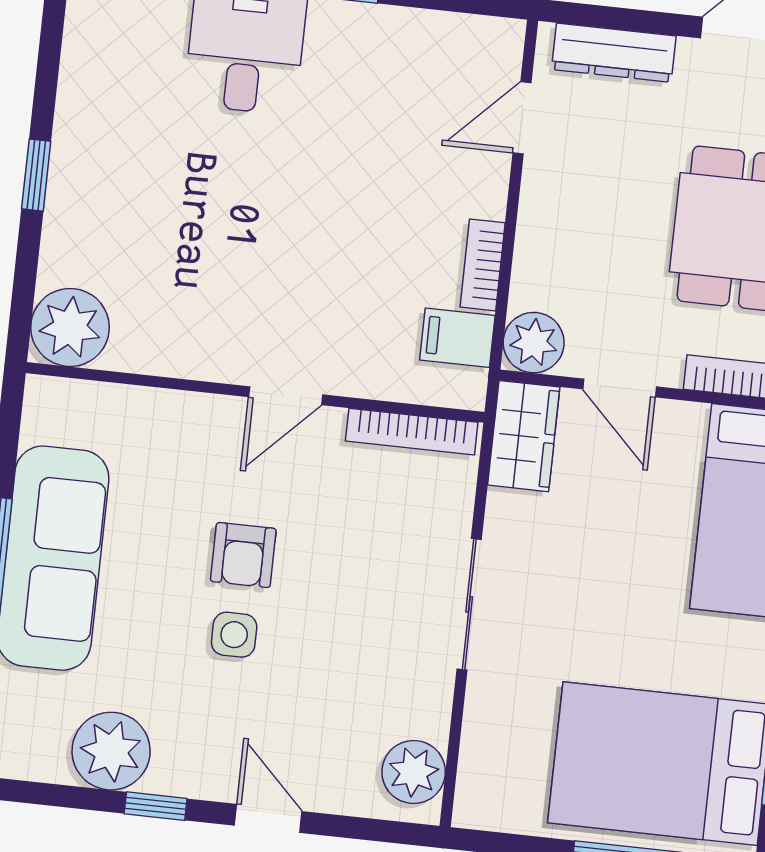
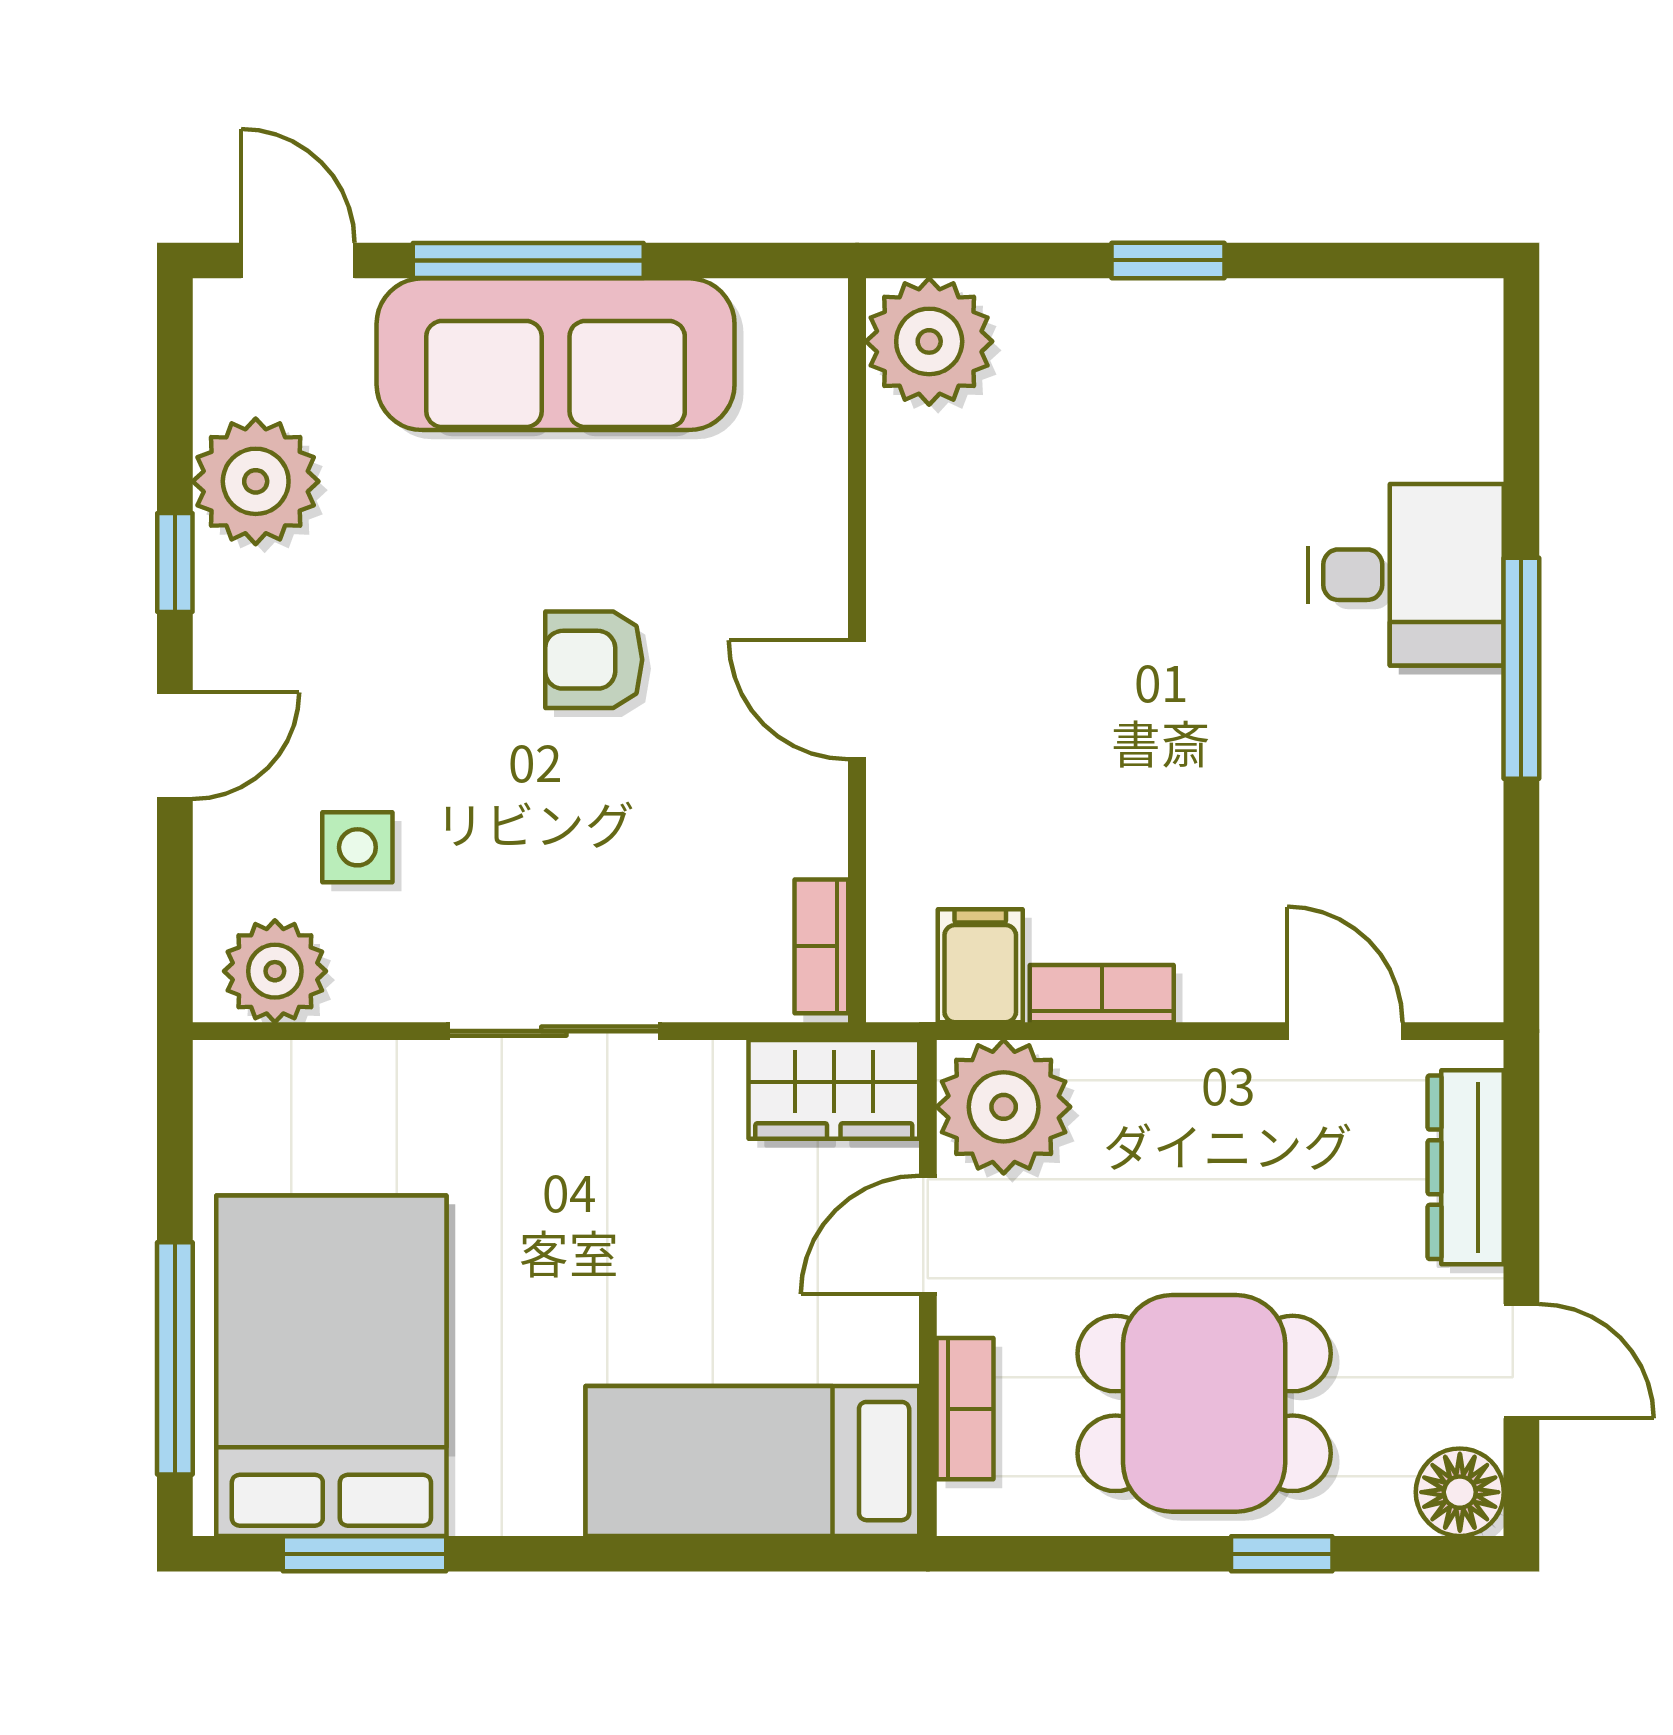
plant: (534, 343) -> (1004, 1107), width x1.36, depth x1.36
bookcase: (412, 432) -> (821, 946), width x0.64
side table: (234, 635) -> (357, 847), moved

